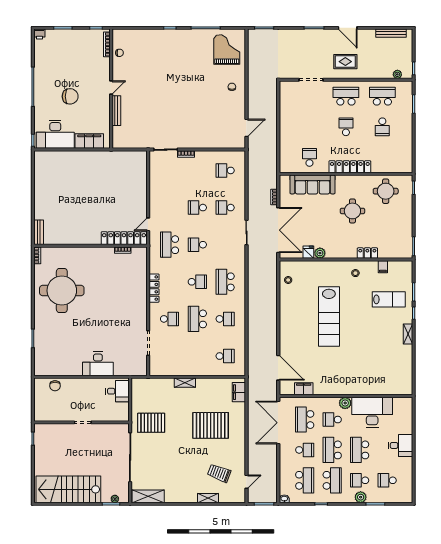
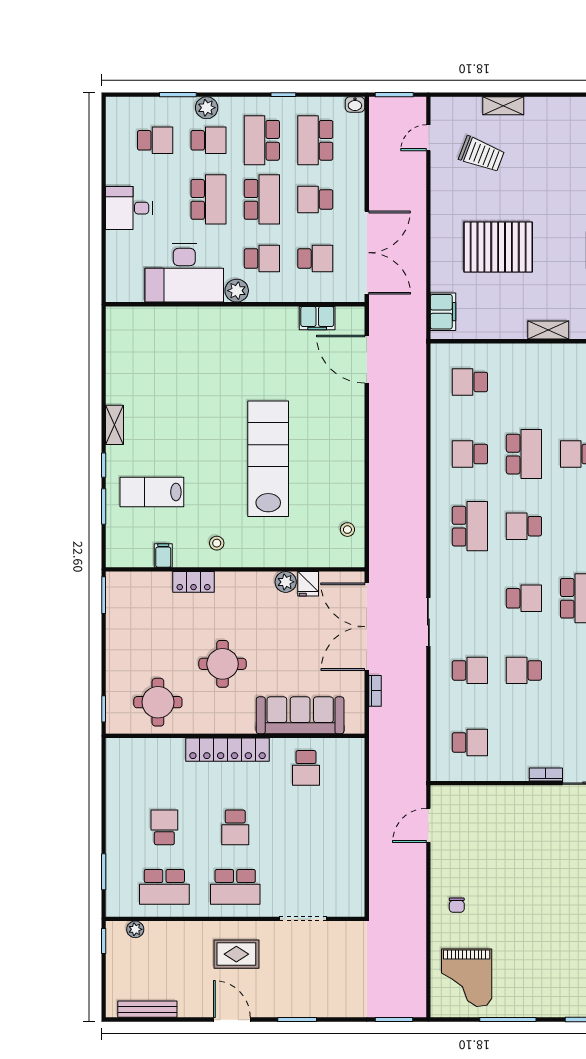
school desk: (197, 208) -> (524, 670), turned 180
school desk: (305, 420) -> (315, 259), width x0.54

